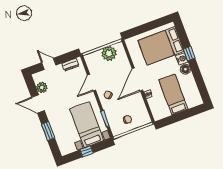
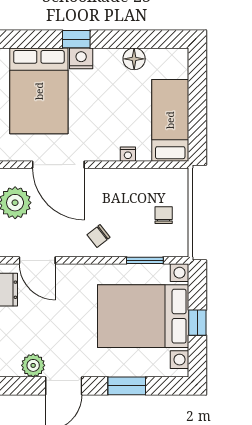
floor lamp: (185, 69) -> (134, 59), moved
door: (137, 80) -> (58, 165), moved
door: (92, 83) -> (37, 260), moved
bed: (173, 95) -> (170, 120), moved, turned 90
bed with nightstands: (87, 125) -> (143, 316), width x1.36

